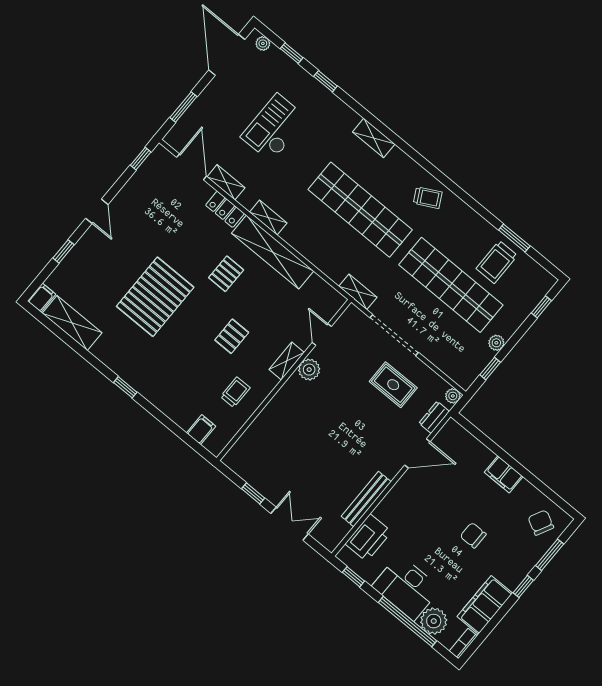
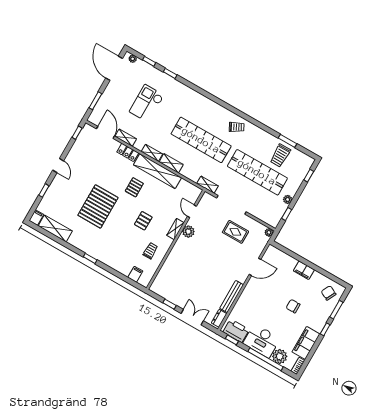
shelving: (374, 138) -> (171, 163), moved
dresser: (434, 417) -> (219, 318), moved
printer: (368, 538) -> (236, 331), moved, turned -90

